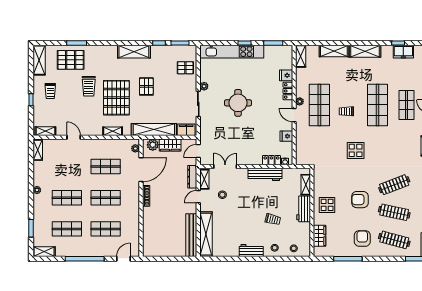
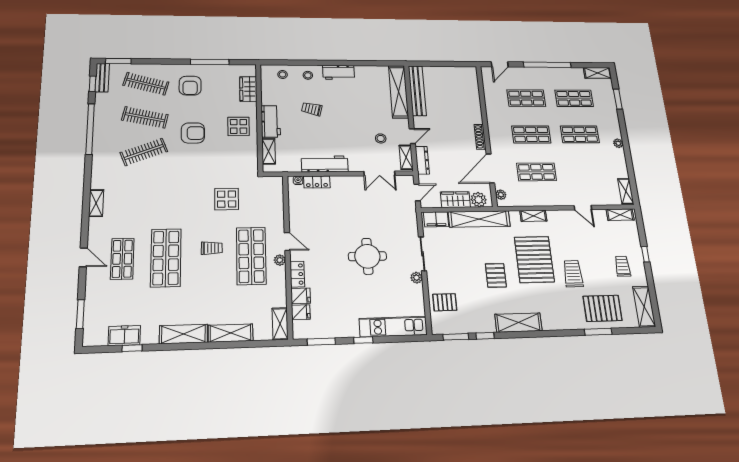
kitchen unit: (232, 52) -> (393, 327), width x0.73
fridge: (286, 136) -> (301, 312), moved
display table: (356, 150) -> (227, 199), moved

